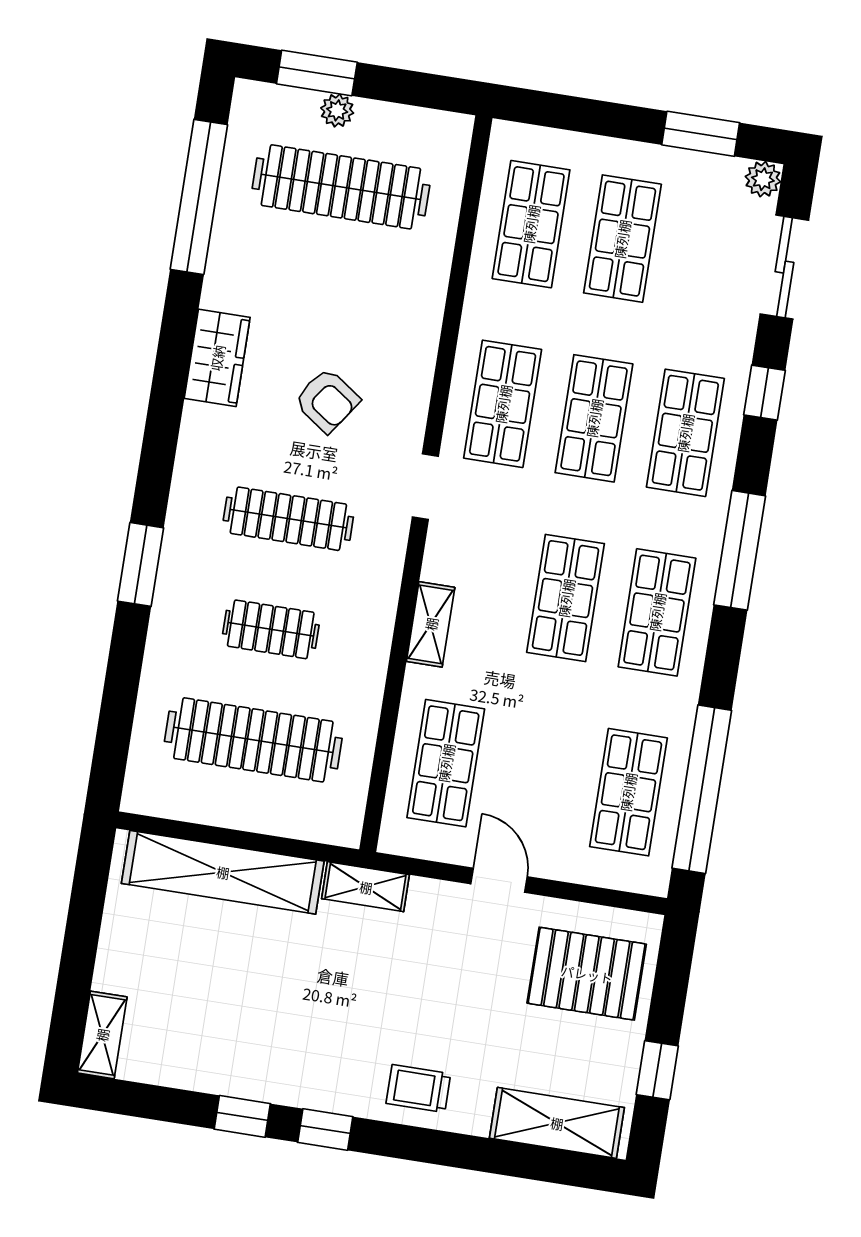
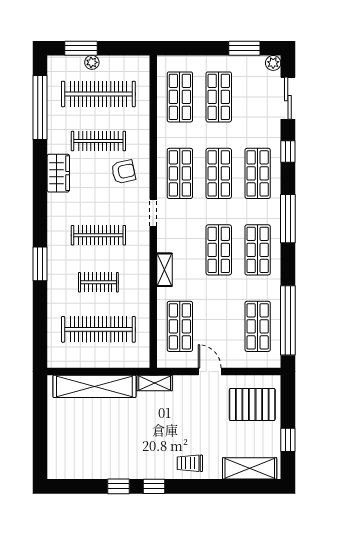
clothes rail: (323, 297) -> (98, 141), added
armchair: (327, 400) -> (123, 172), moved, turned -47
shelving: (102, 1035) -> (55, 462), removed

